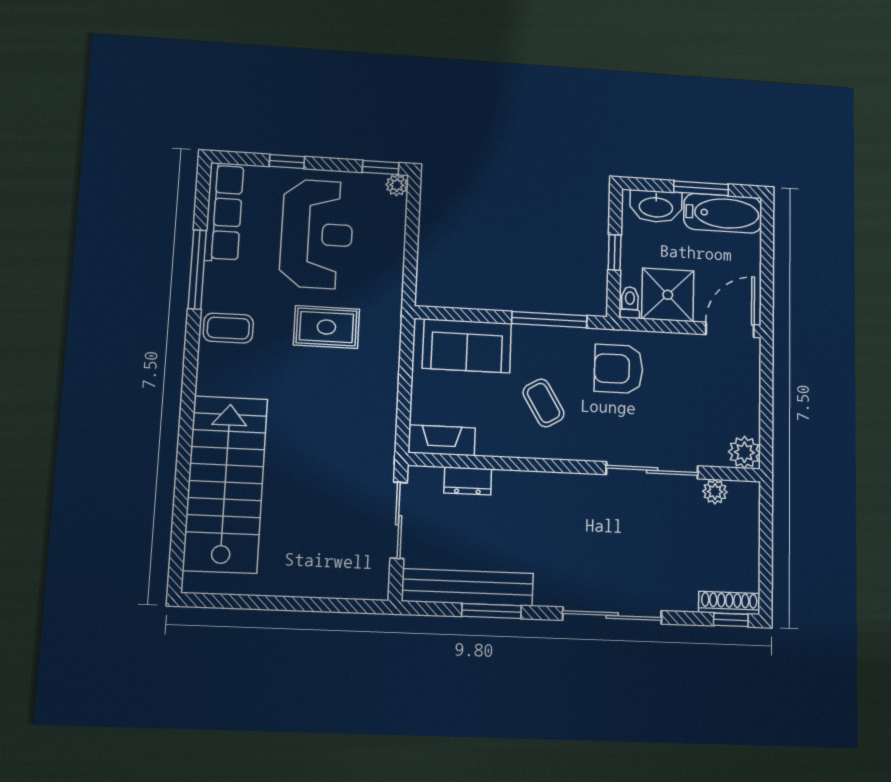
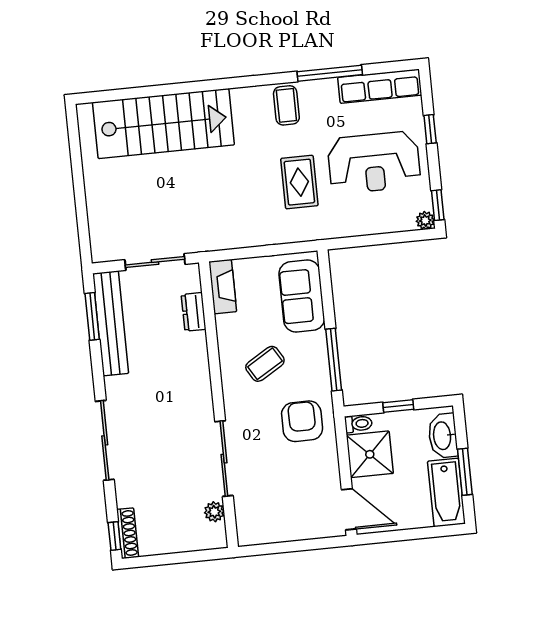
plant: (744, 452) -> (250, 532), removed
window: (492, 611) -> (92, 316), moved

